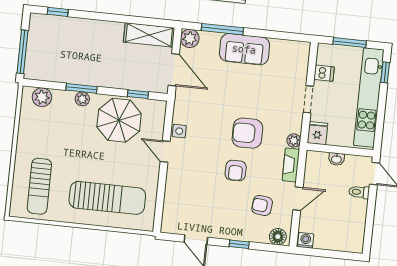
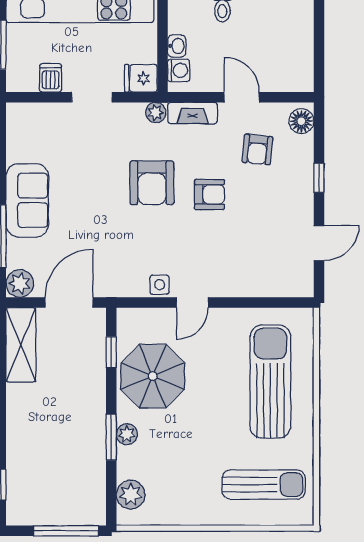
washing machine: (306, 240) -> (179, 70), moved, turned 180

